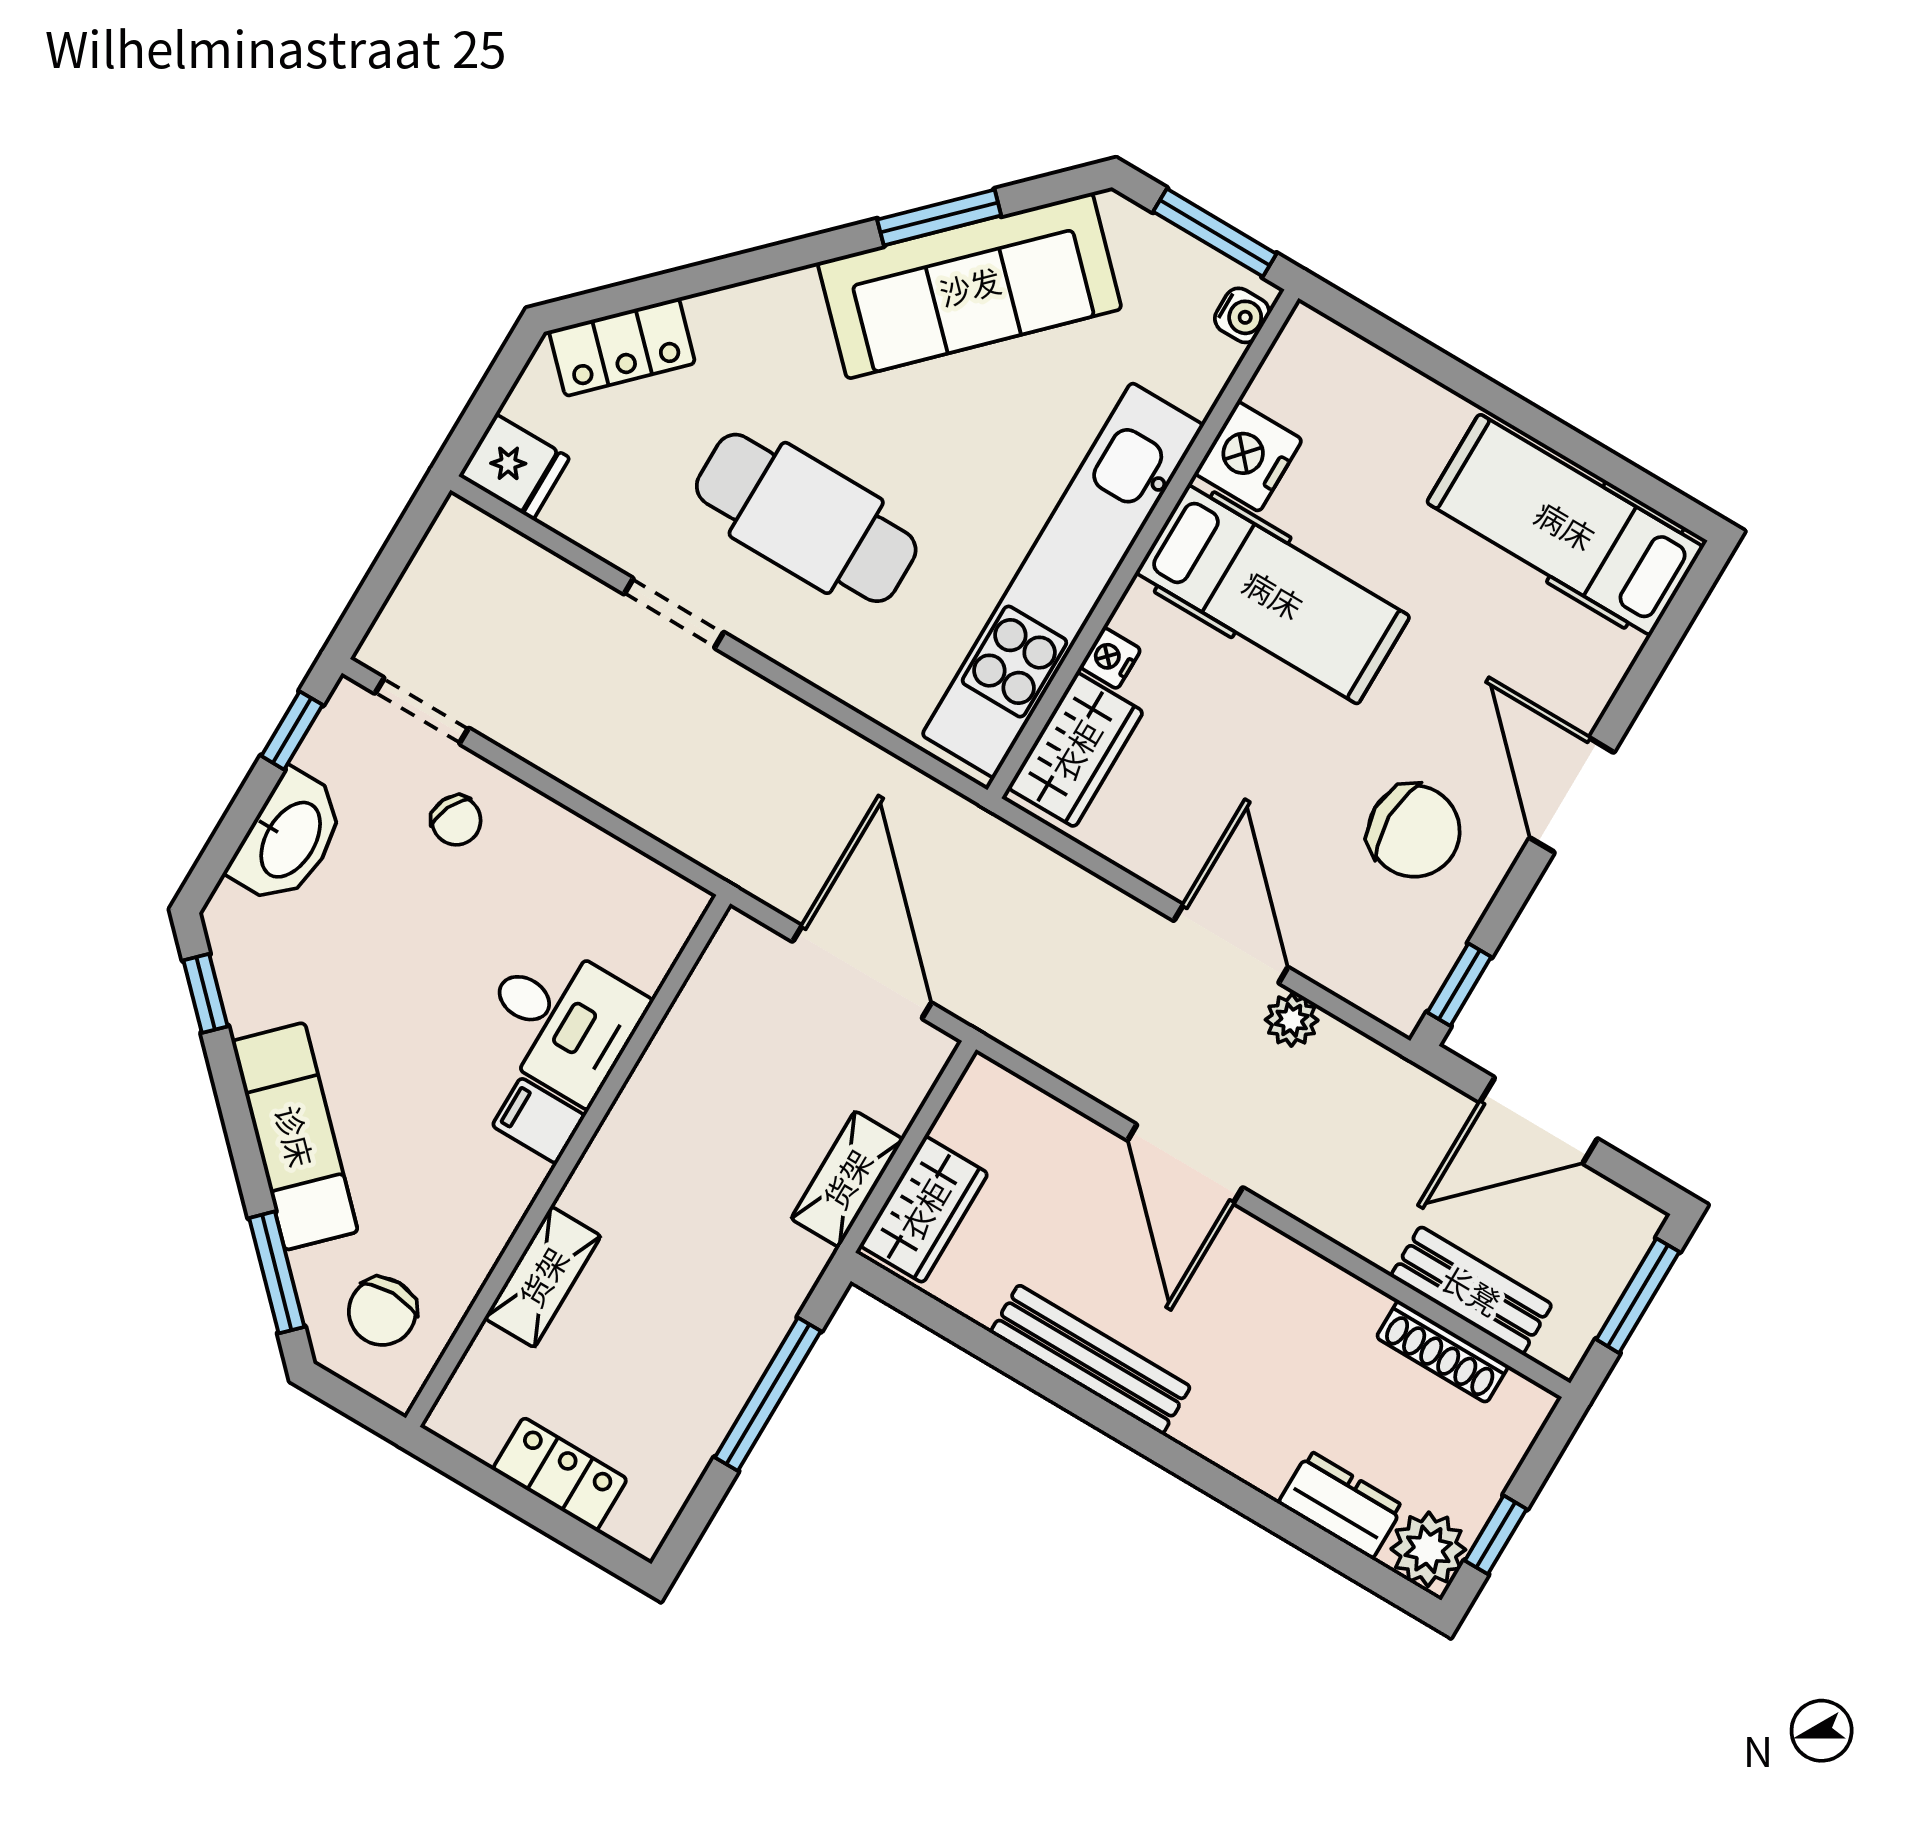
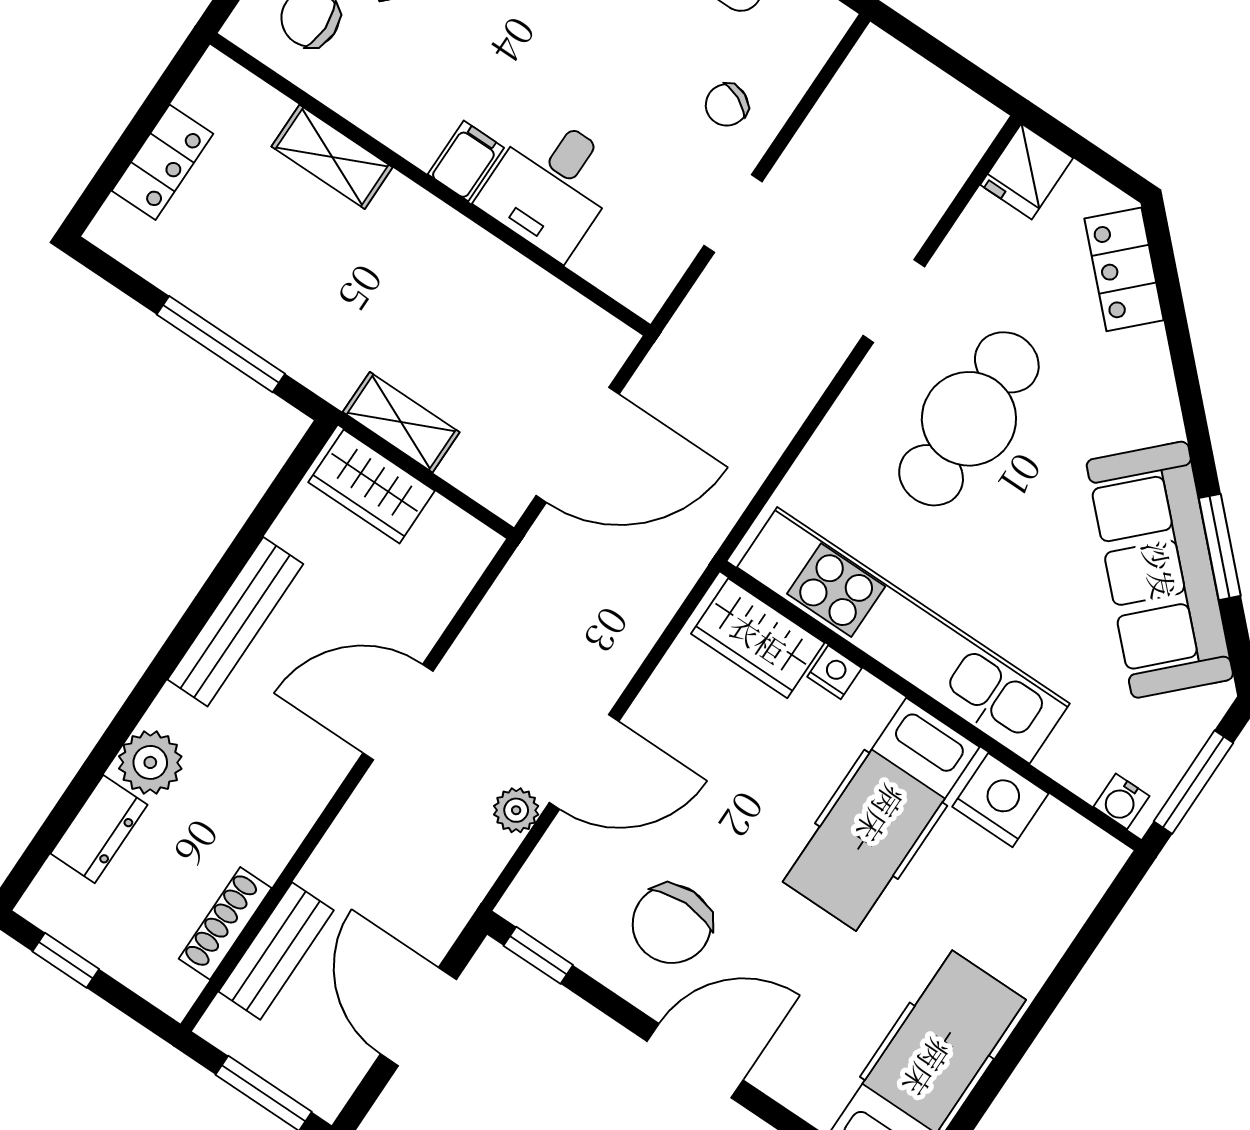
doorway: (422, 711) -> (733, 214), moved
plant: (1428, 1549) -> (150, 762), moved

